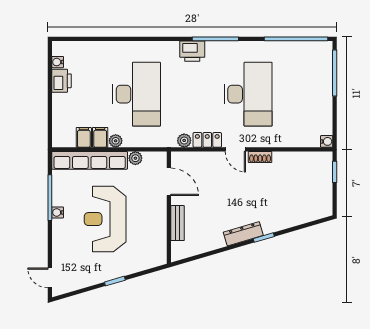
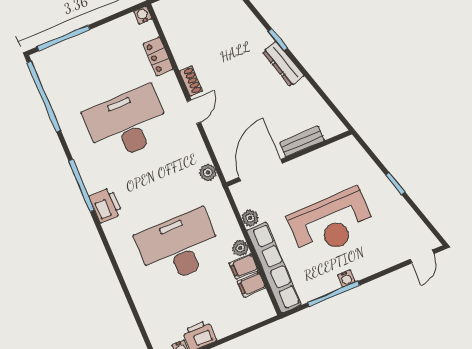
locker: (207, 140) -> (158, 56), moved
door: (169, 182) -> (261, 170), width x1.36

